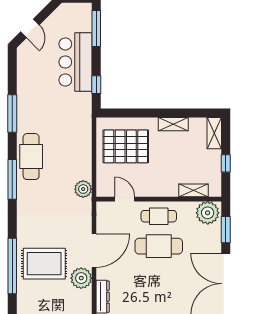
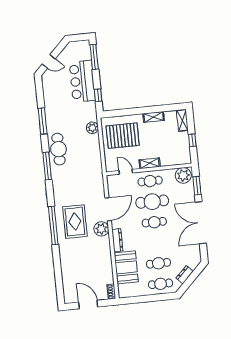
door: (30, 28) -> (49, 61), hinge flipped
plant: (83, 189) -> (92, 128), moved
shelving: (194, 190) -> (150, 163), moved
rug: (44, 264) -> (75, 222), turned 90
cafe table: (159, 276) -> (154, 222), added

